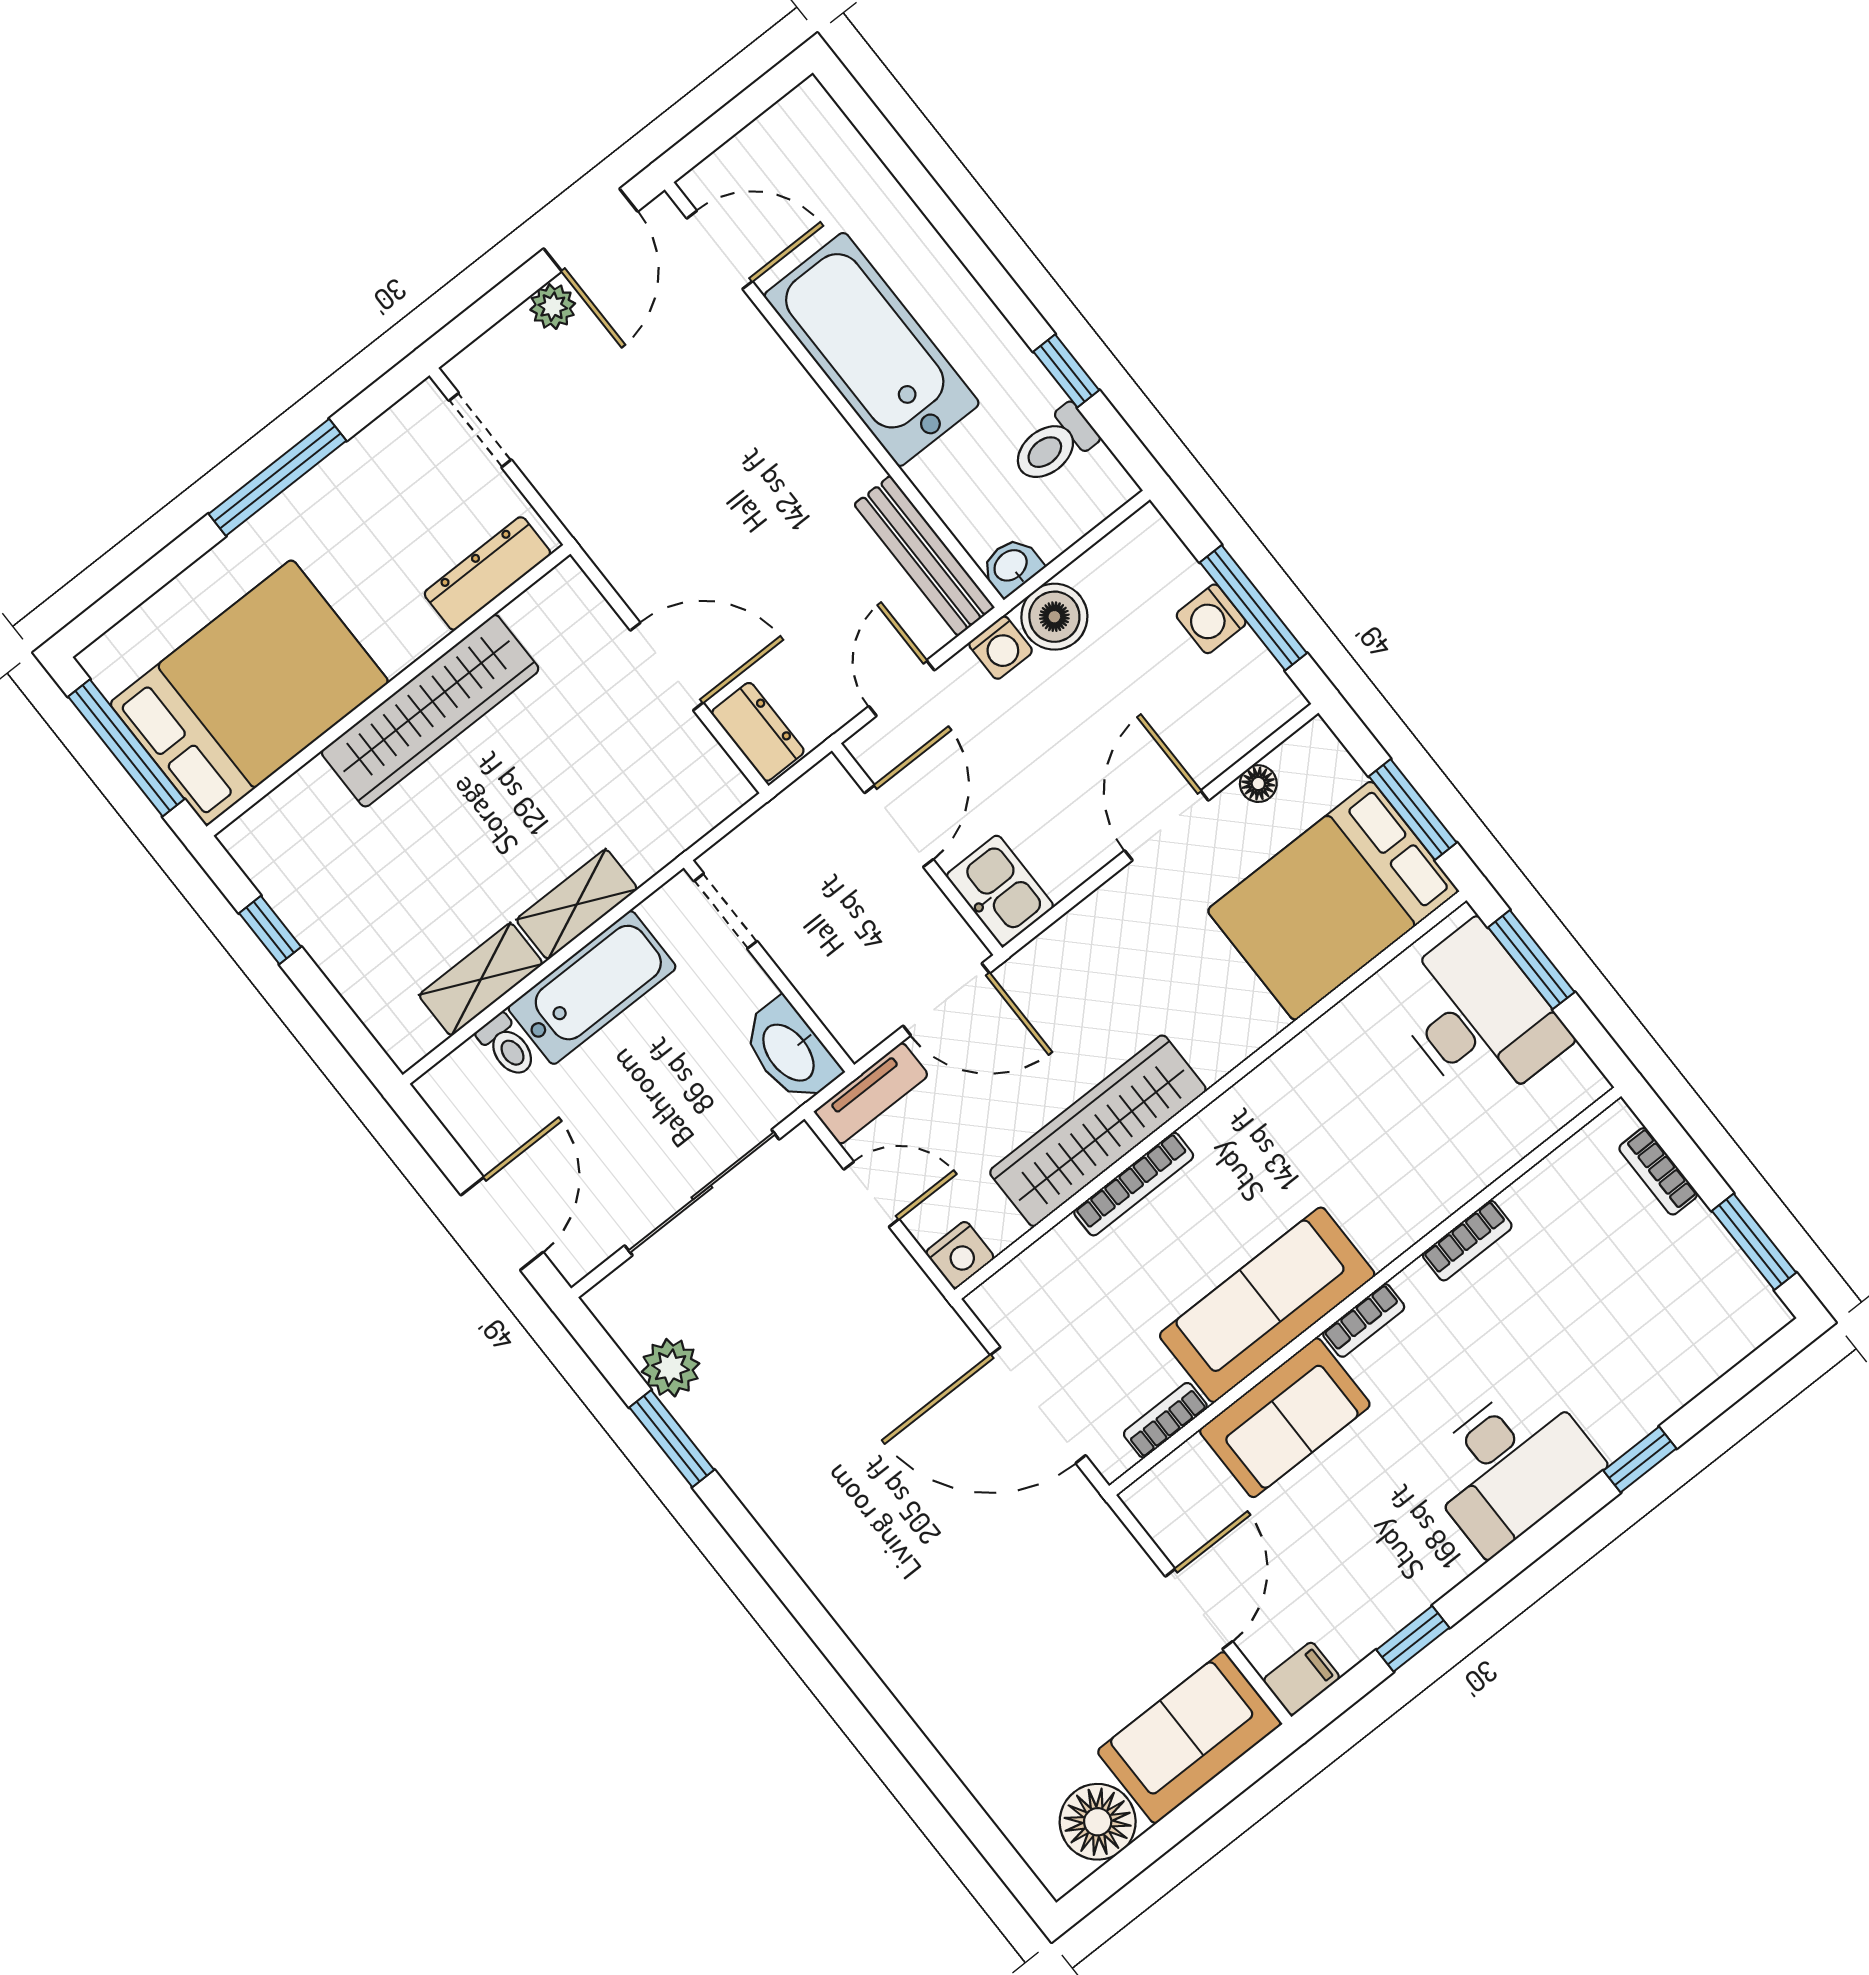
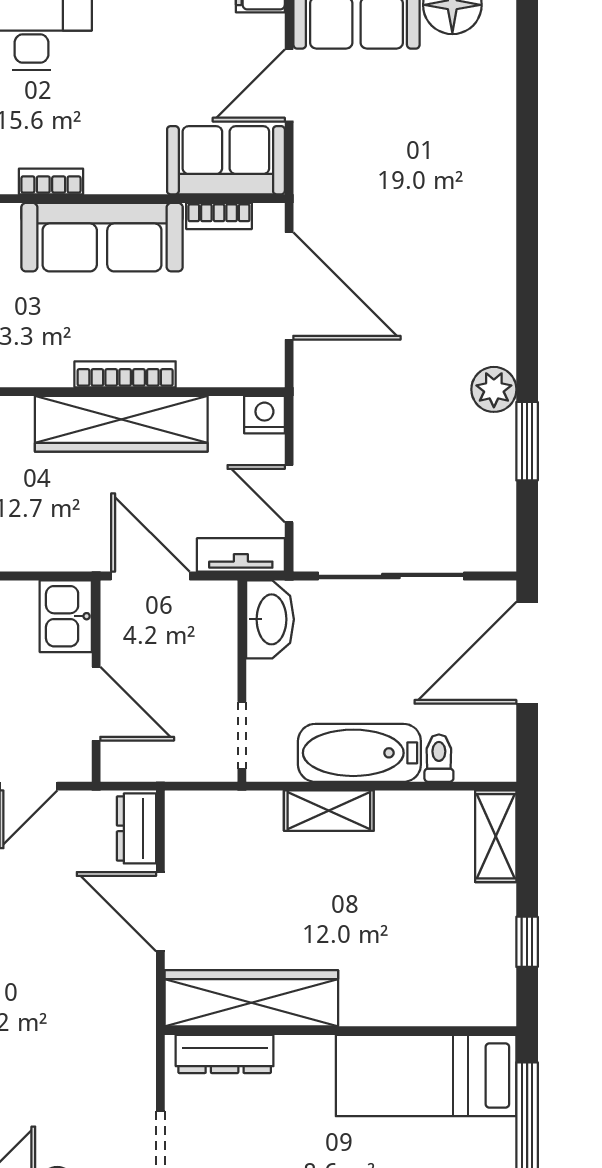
bed: (249, 693) -> (426, 1075), width x0.67
wardrobe: (430, 711) -> (251, 998), moved
door: (899, 826) -> (96, 704), swing flipped
shelving: (481, 979) -> (496, 836), moved, turned 90
door: (502, 1224) -> (527, 653), width x1.36
plant: (671, 1368) -> (494, 389), moved
sofa: (1285, 1418) -> (226, 160), moved

